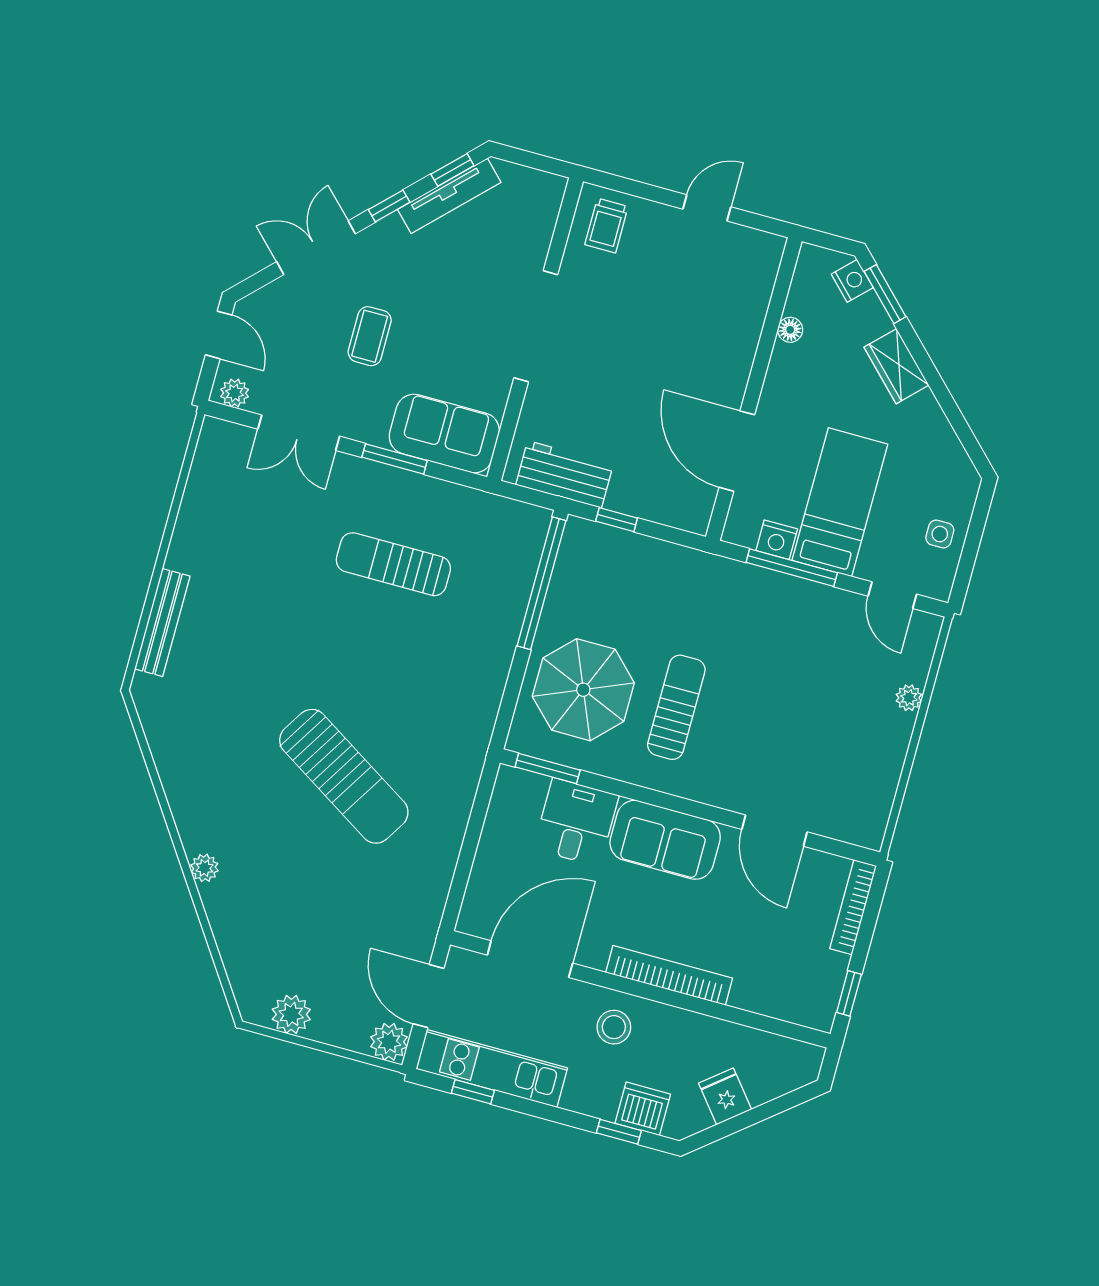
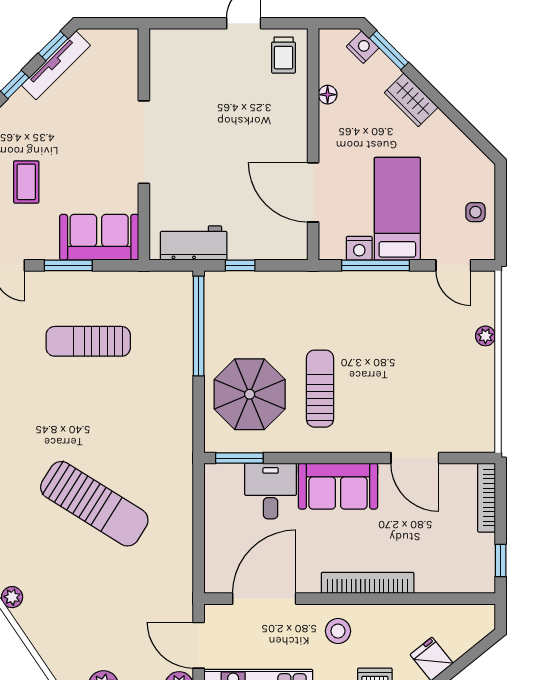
trolley: (606, 226) -> (284, 55), moved

